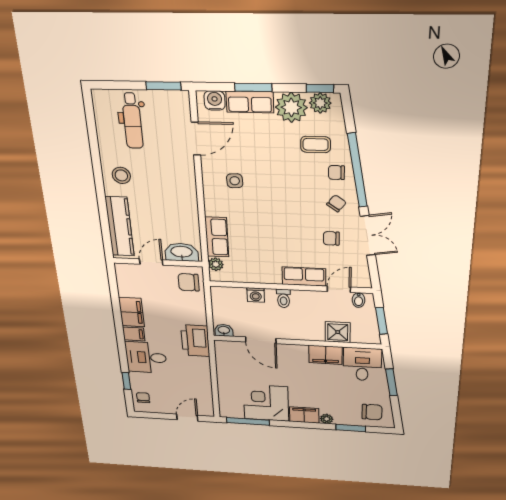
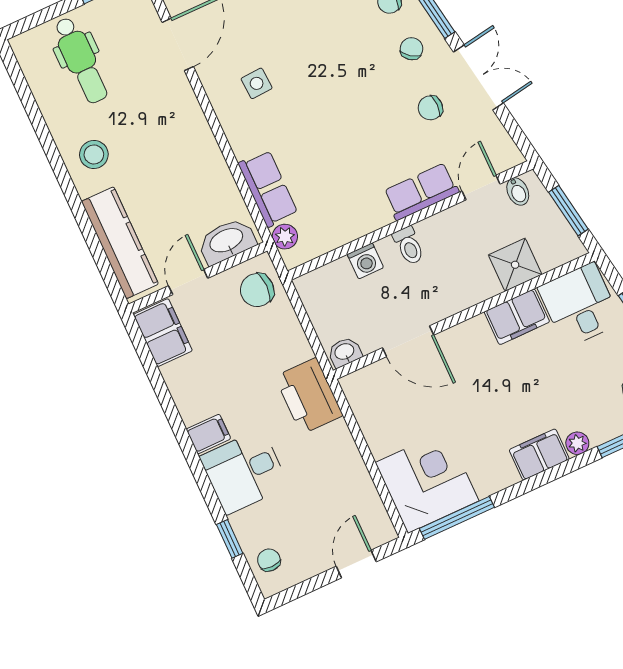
filing cabinet: (131, 312) -> (163, 333), moved
corner desk: (266, 403) -> (427, 482), moved, turned 90

